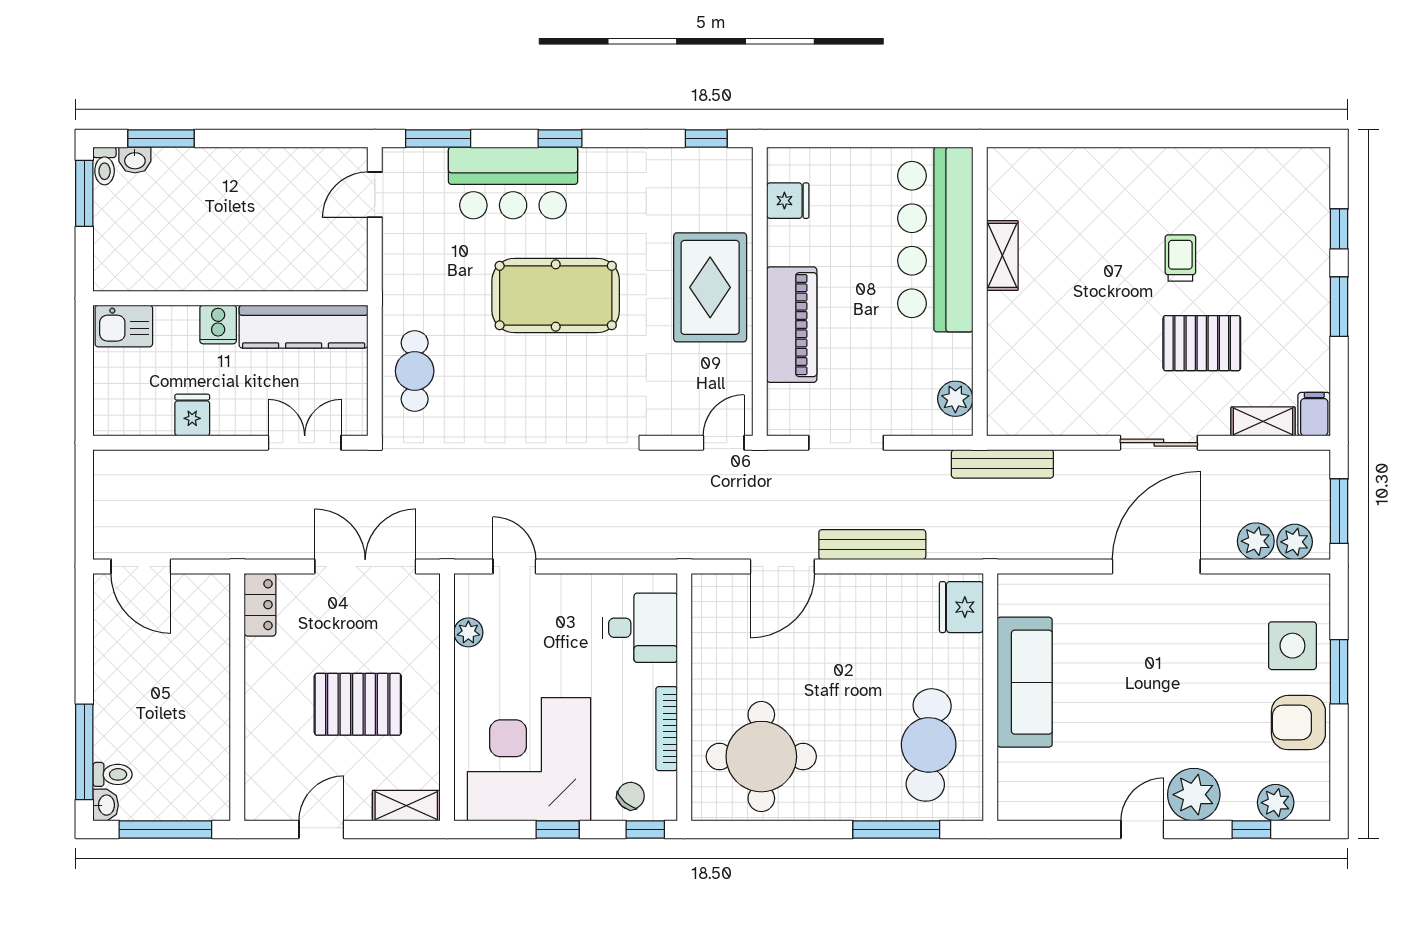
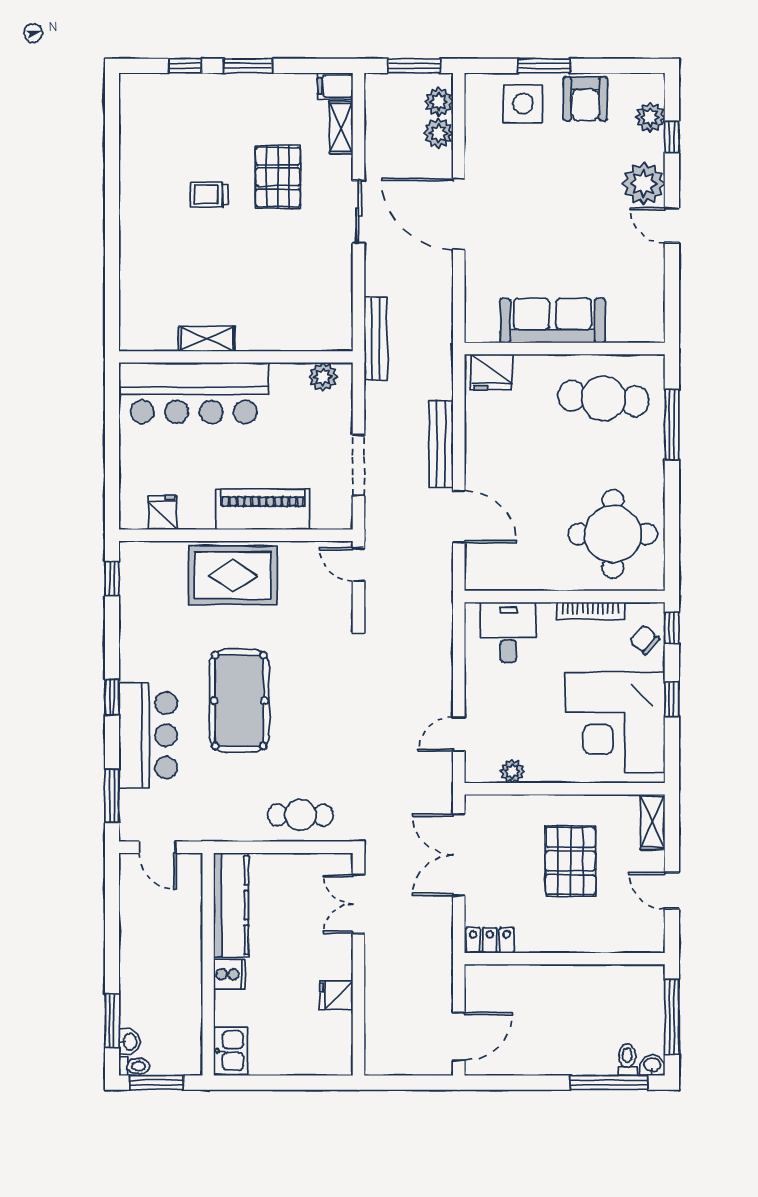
wall: (230, 298) -> (208, 964), moved
cooker: (218, 324) -> (229, 974), moved
kitchen sink: (124, 326) -> (231, 1051), moved
kitchen counter: (304, 327) -> (231, 905), moved

